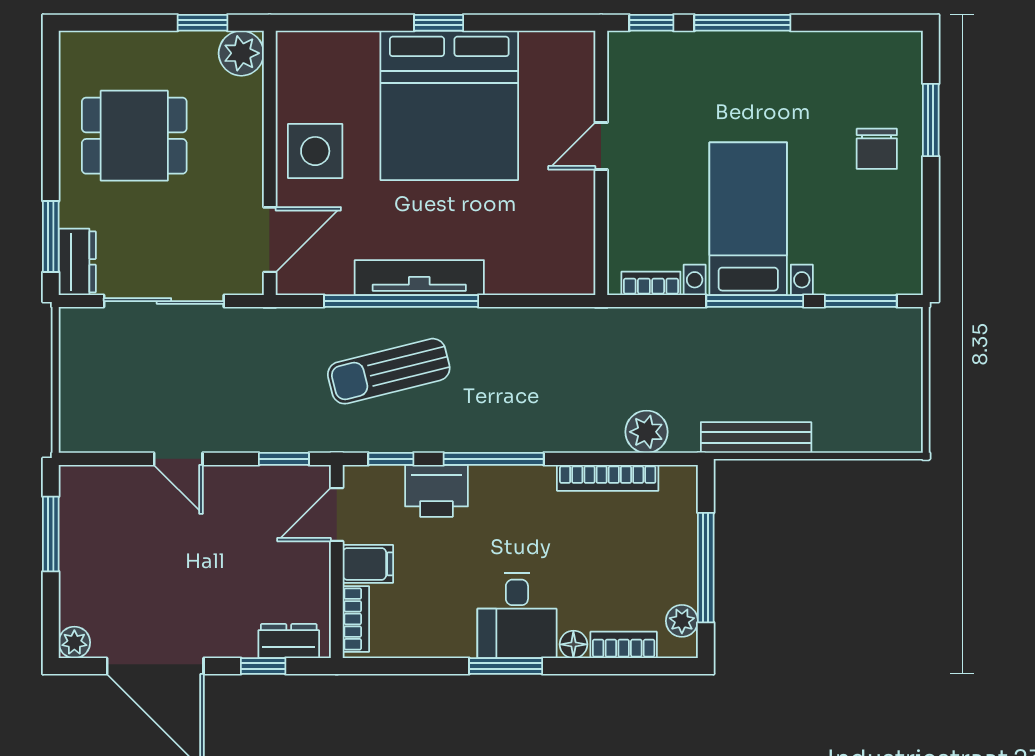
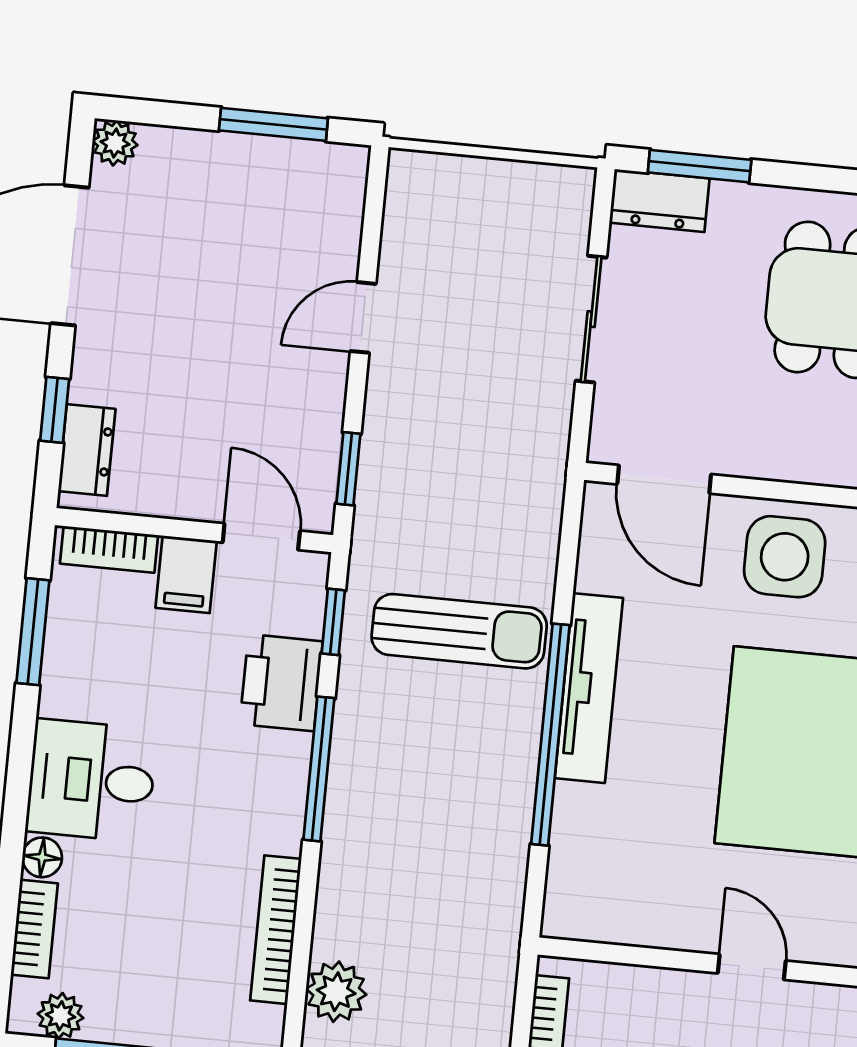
sliding door: (164, 301) -> (591, 319), width x0.73
window: (401, 301) -> (550, 735), moved
sun lounger: (389, 371) -> (459, 631), turned 104
window: (506, 666) -> (33, 632), moved

